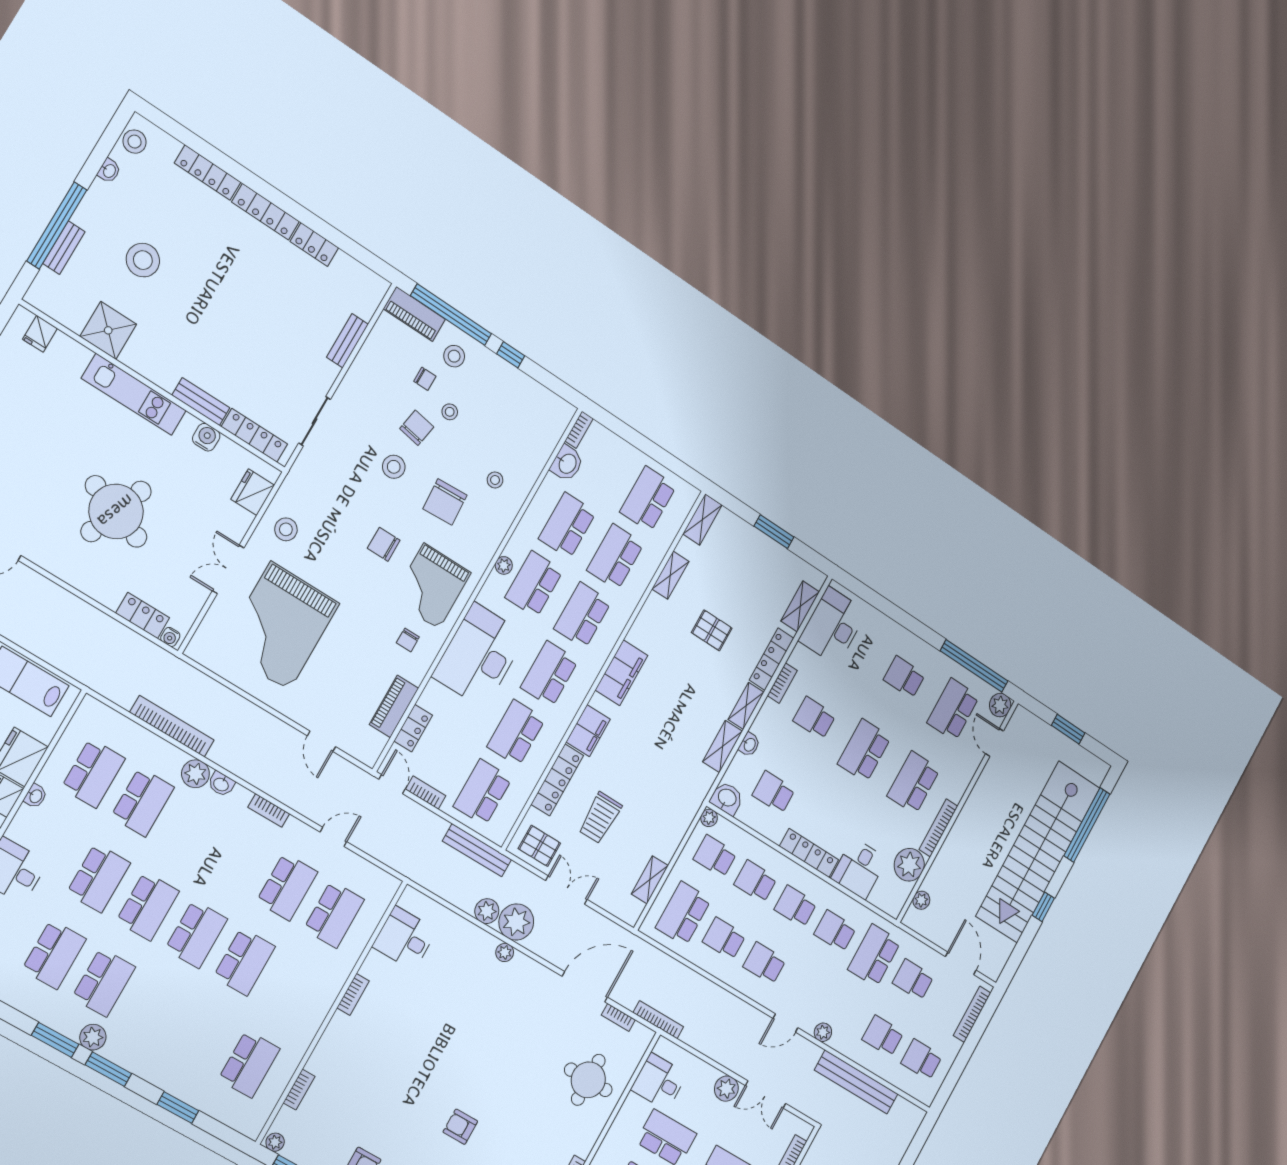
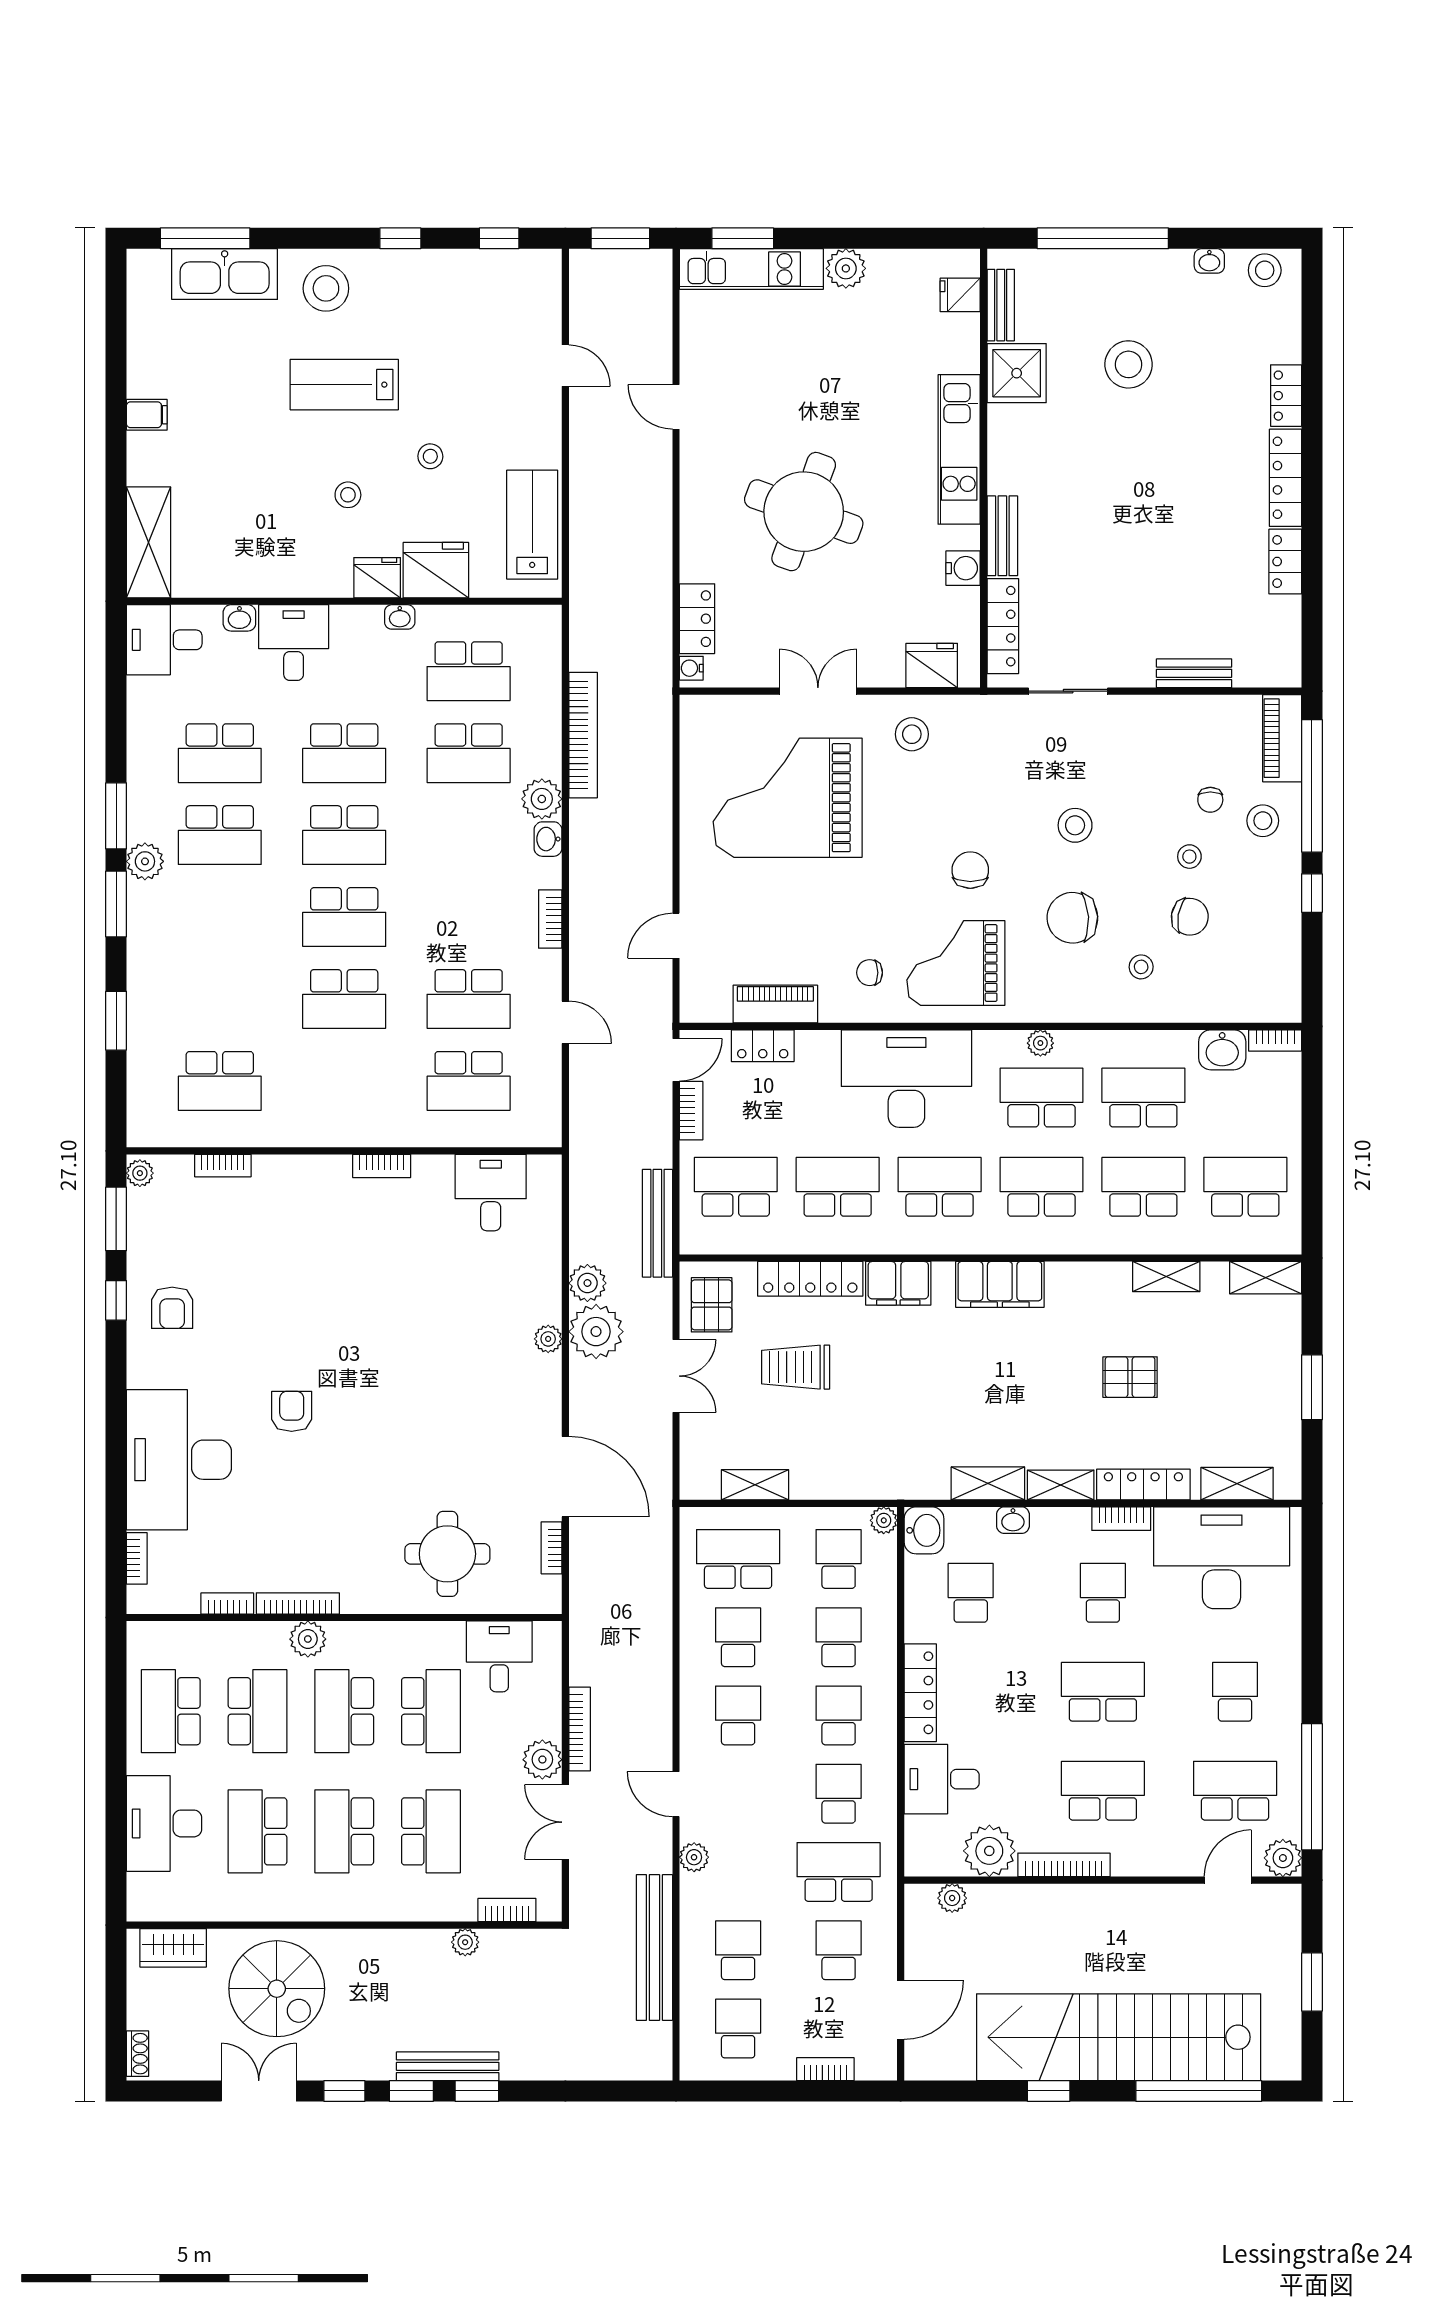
locker: (208, 173) -> (1286, 396), width x0.66
bench: (64, 248) -> (1001, 305), moved, turned 90
chair: (417, 428) -> (1190, 917), moved
desk: (833, 626) -> (1222, 1558), width x1.36, depth x1.30
pallet: (712, 630) -> (1130, 1377), turned 90
bookcase: (972, 1014) -> (825, 2069), width x0.64
bookcase: (658, 1020) -> (580, 1729), moved

